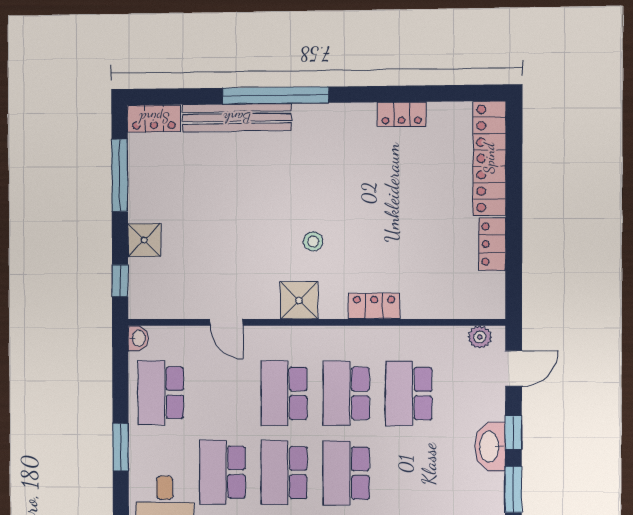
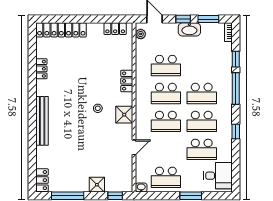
window: (276, 95) -> (32, 125), removed
bench: (237, 118) -> (42, 121), moved
locker: (492, 244) -> (115, 29), moved

